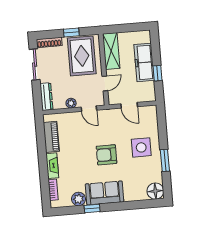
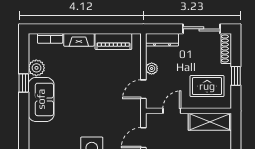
rug: (82, 56) -> (207, 86), width x0.73, depth x0.70
door: (105, 83) -> (172, 111), swing flipped
armchair: (106, 155) -> (86, 106), removed

